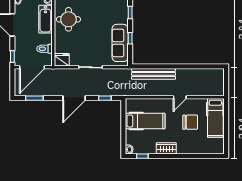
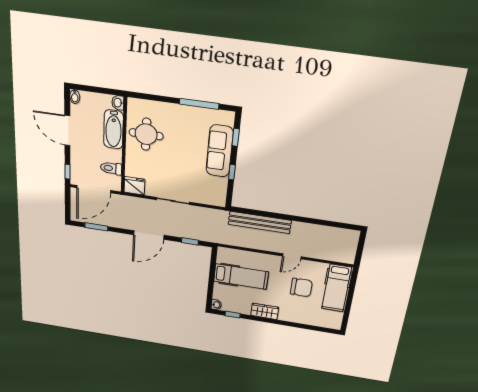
sofa: (120, 43) -> (220, 151), moved

